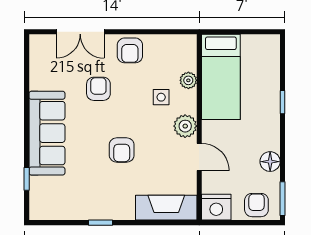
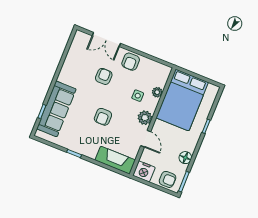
bed: (221, 77) -> (182, 100), width x1.50
sofa: (47, 133) -> (56, 109), moved
armchair: (256, 205) -> (168, 179), turned 90

